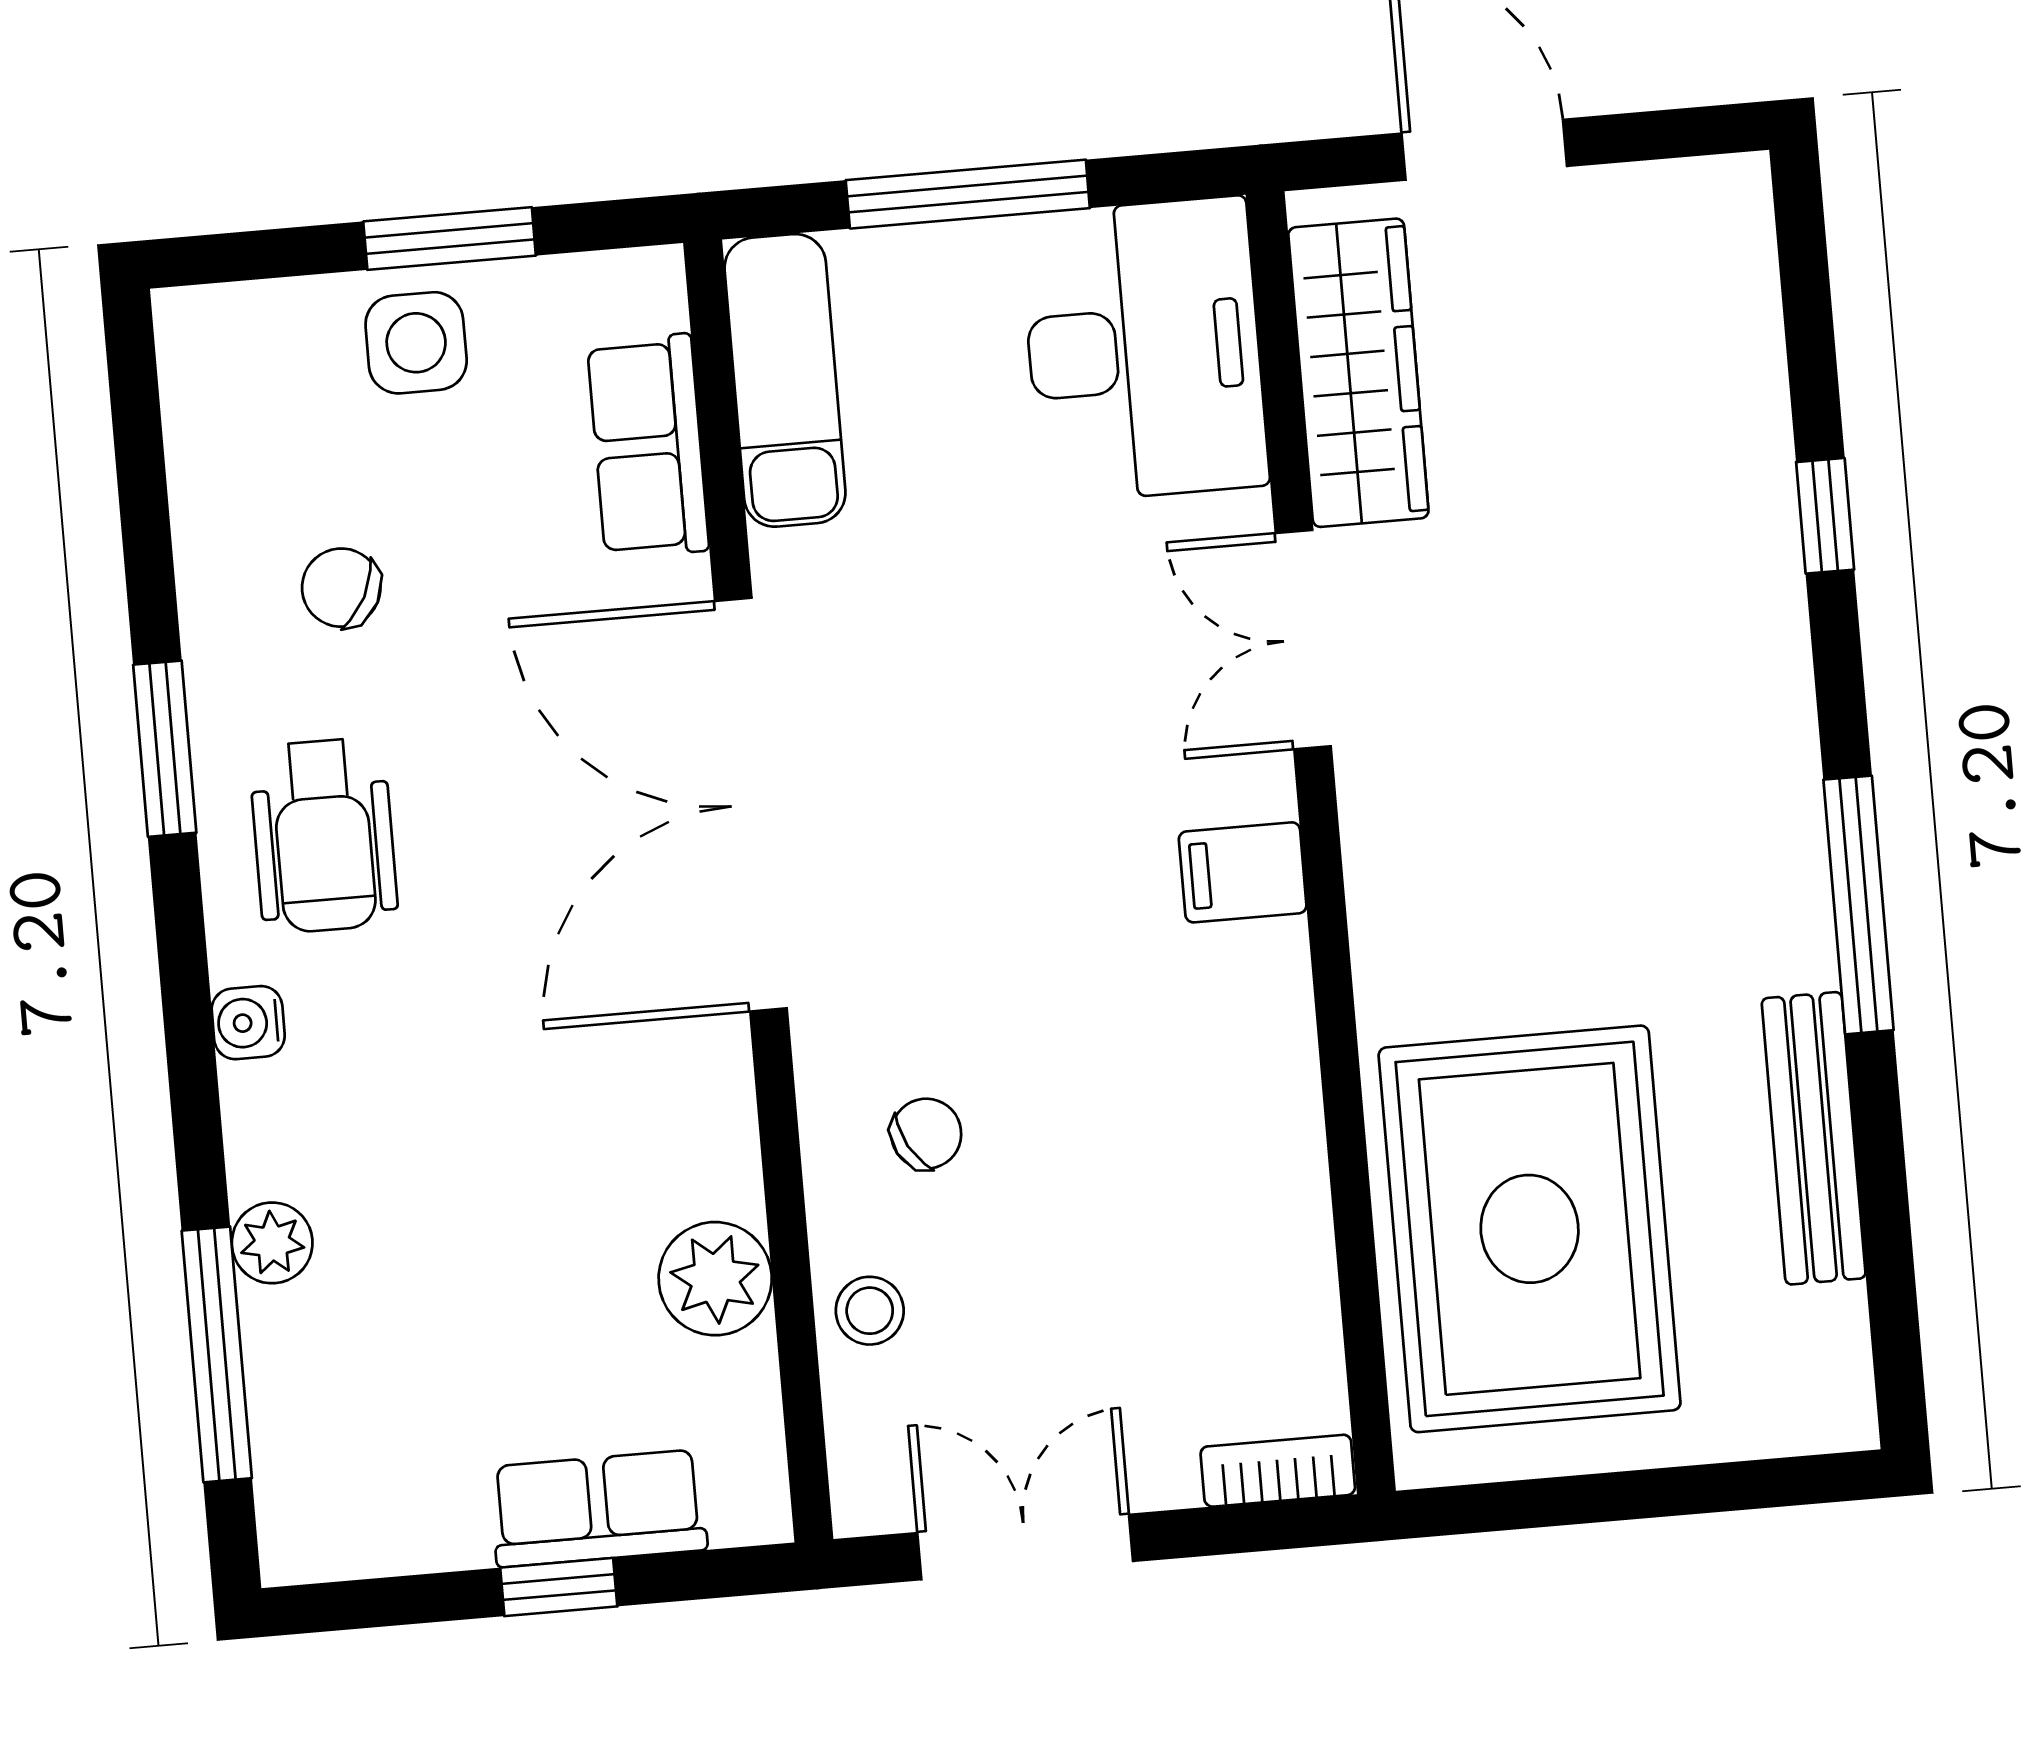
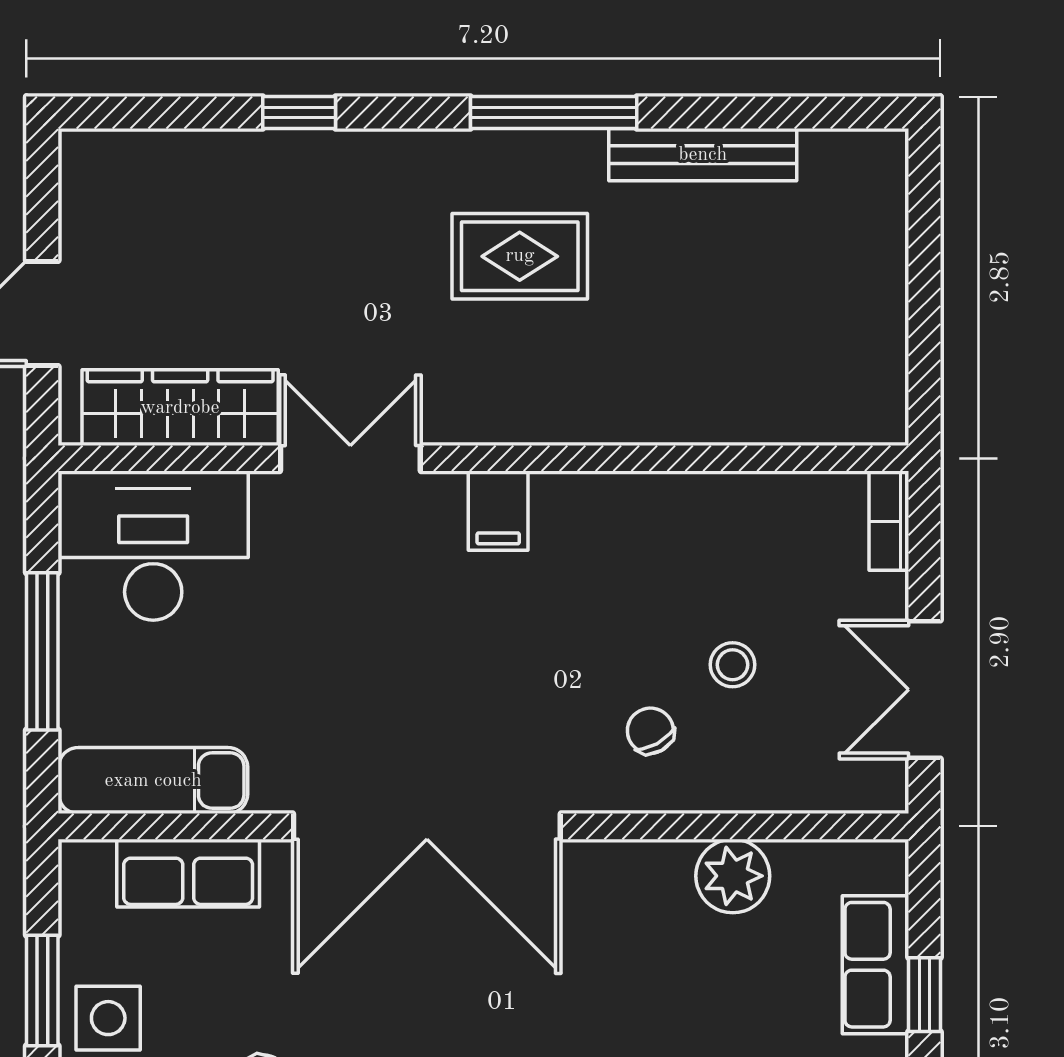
double door: (1303, 640) -> (350, 458), swing flipped
rug: (1530, 1229) -> (520, 256), moved, width x0.54, depth x0.49
stool: (870, 1311) -> (733, 665), moved

